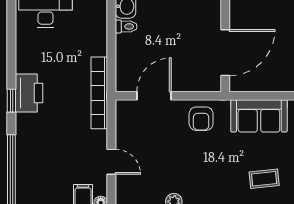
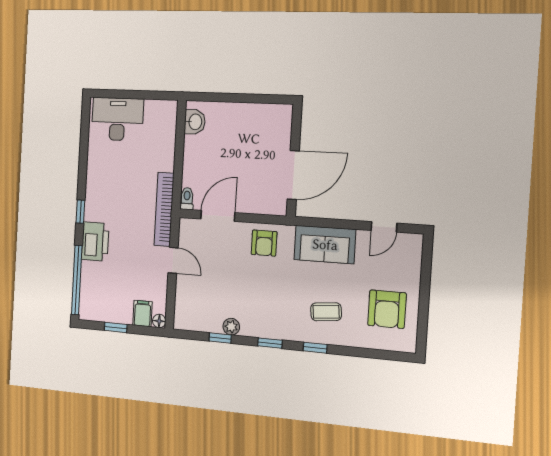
toilet: (126, 26) -> (187, 199), moved, turned -90
printer: (29, 93) -> (95, 242), moved
door: (111, 162) -> (173, 260), moved

